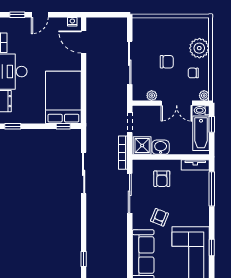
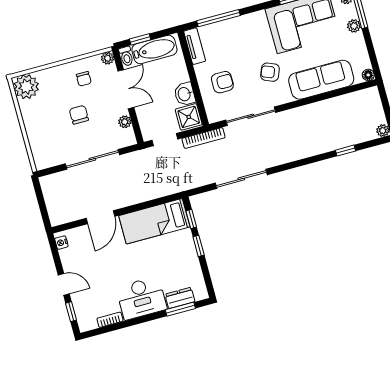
door: (84, 42) -> (100, 217), moved
plant: (199, 48) -> (26, 87), moved
bed: (63, 97) -> (154, 221), width x0.67
window: (13, 126) -> (199, 246), moved

